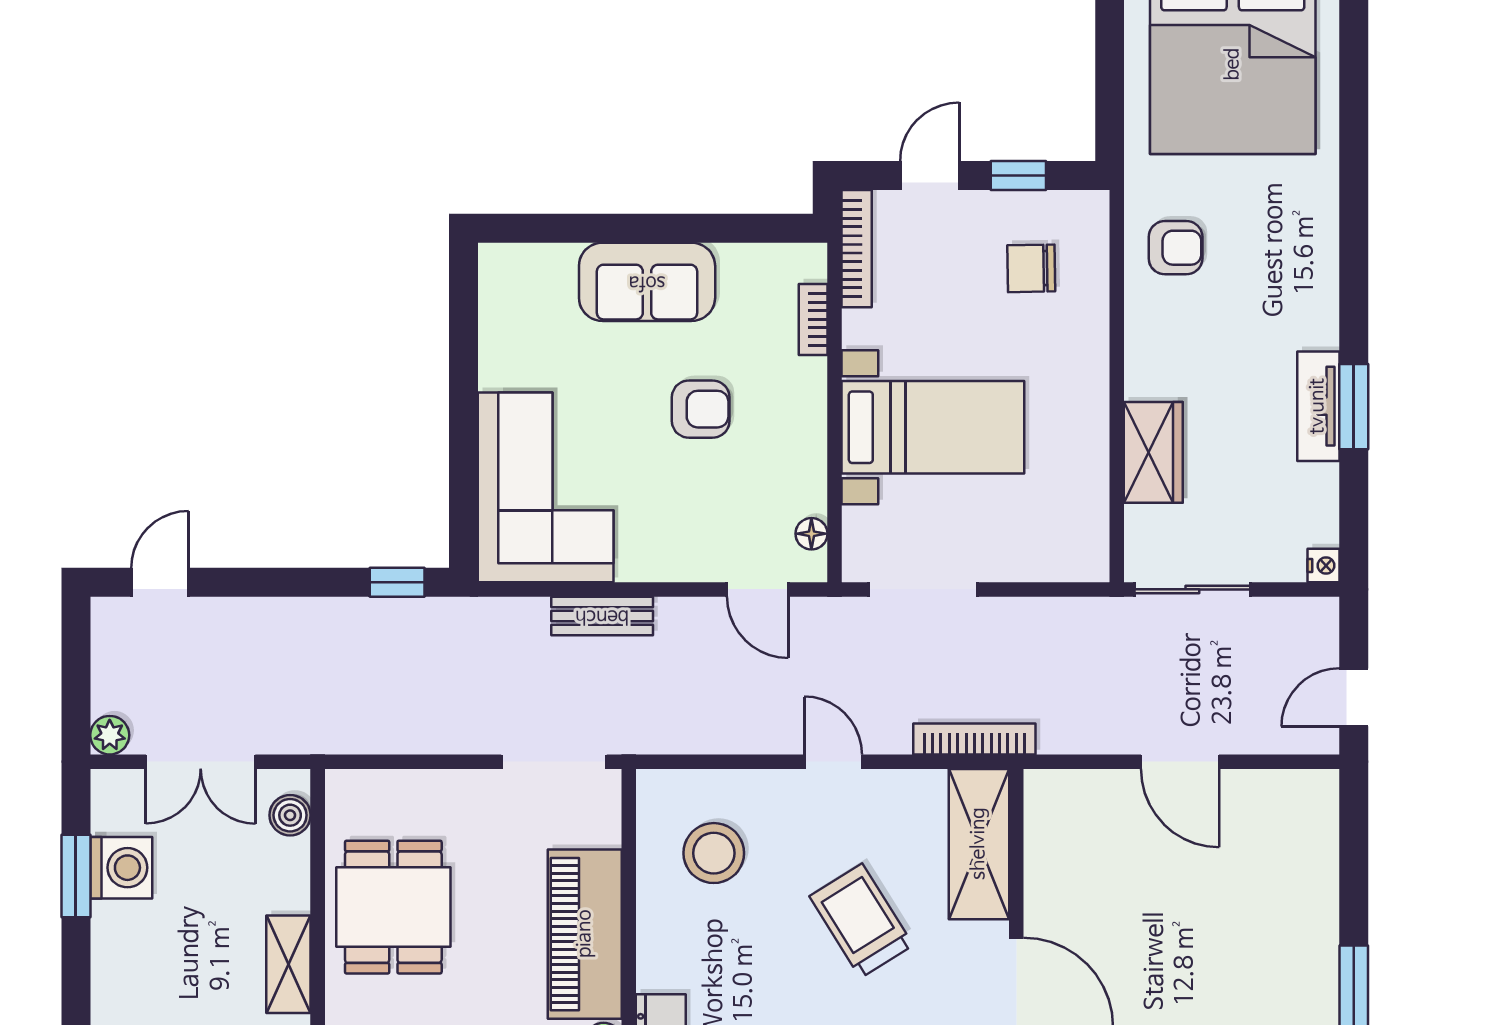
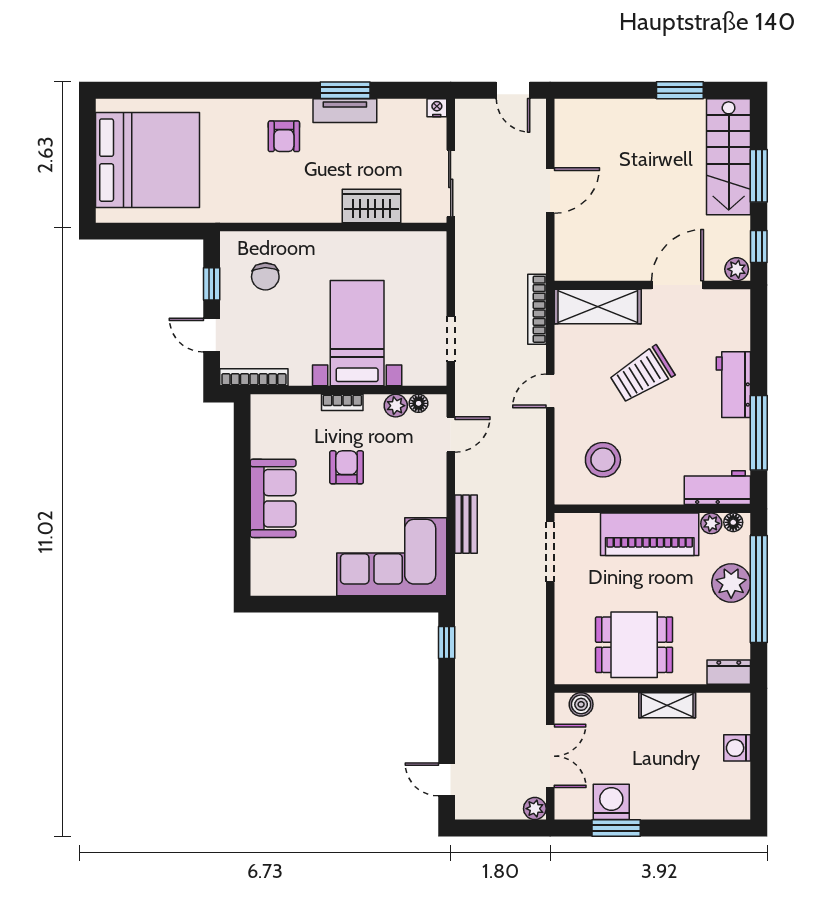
armchair: (1176, 248) -> (284, 136), moved, turned 180
bookcase: (813, 319) -> (342, 402), moved
plant: (807, 494) -> (396, 406), added
doorway: (923, 589) -> (451, 339), width x0.73

